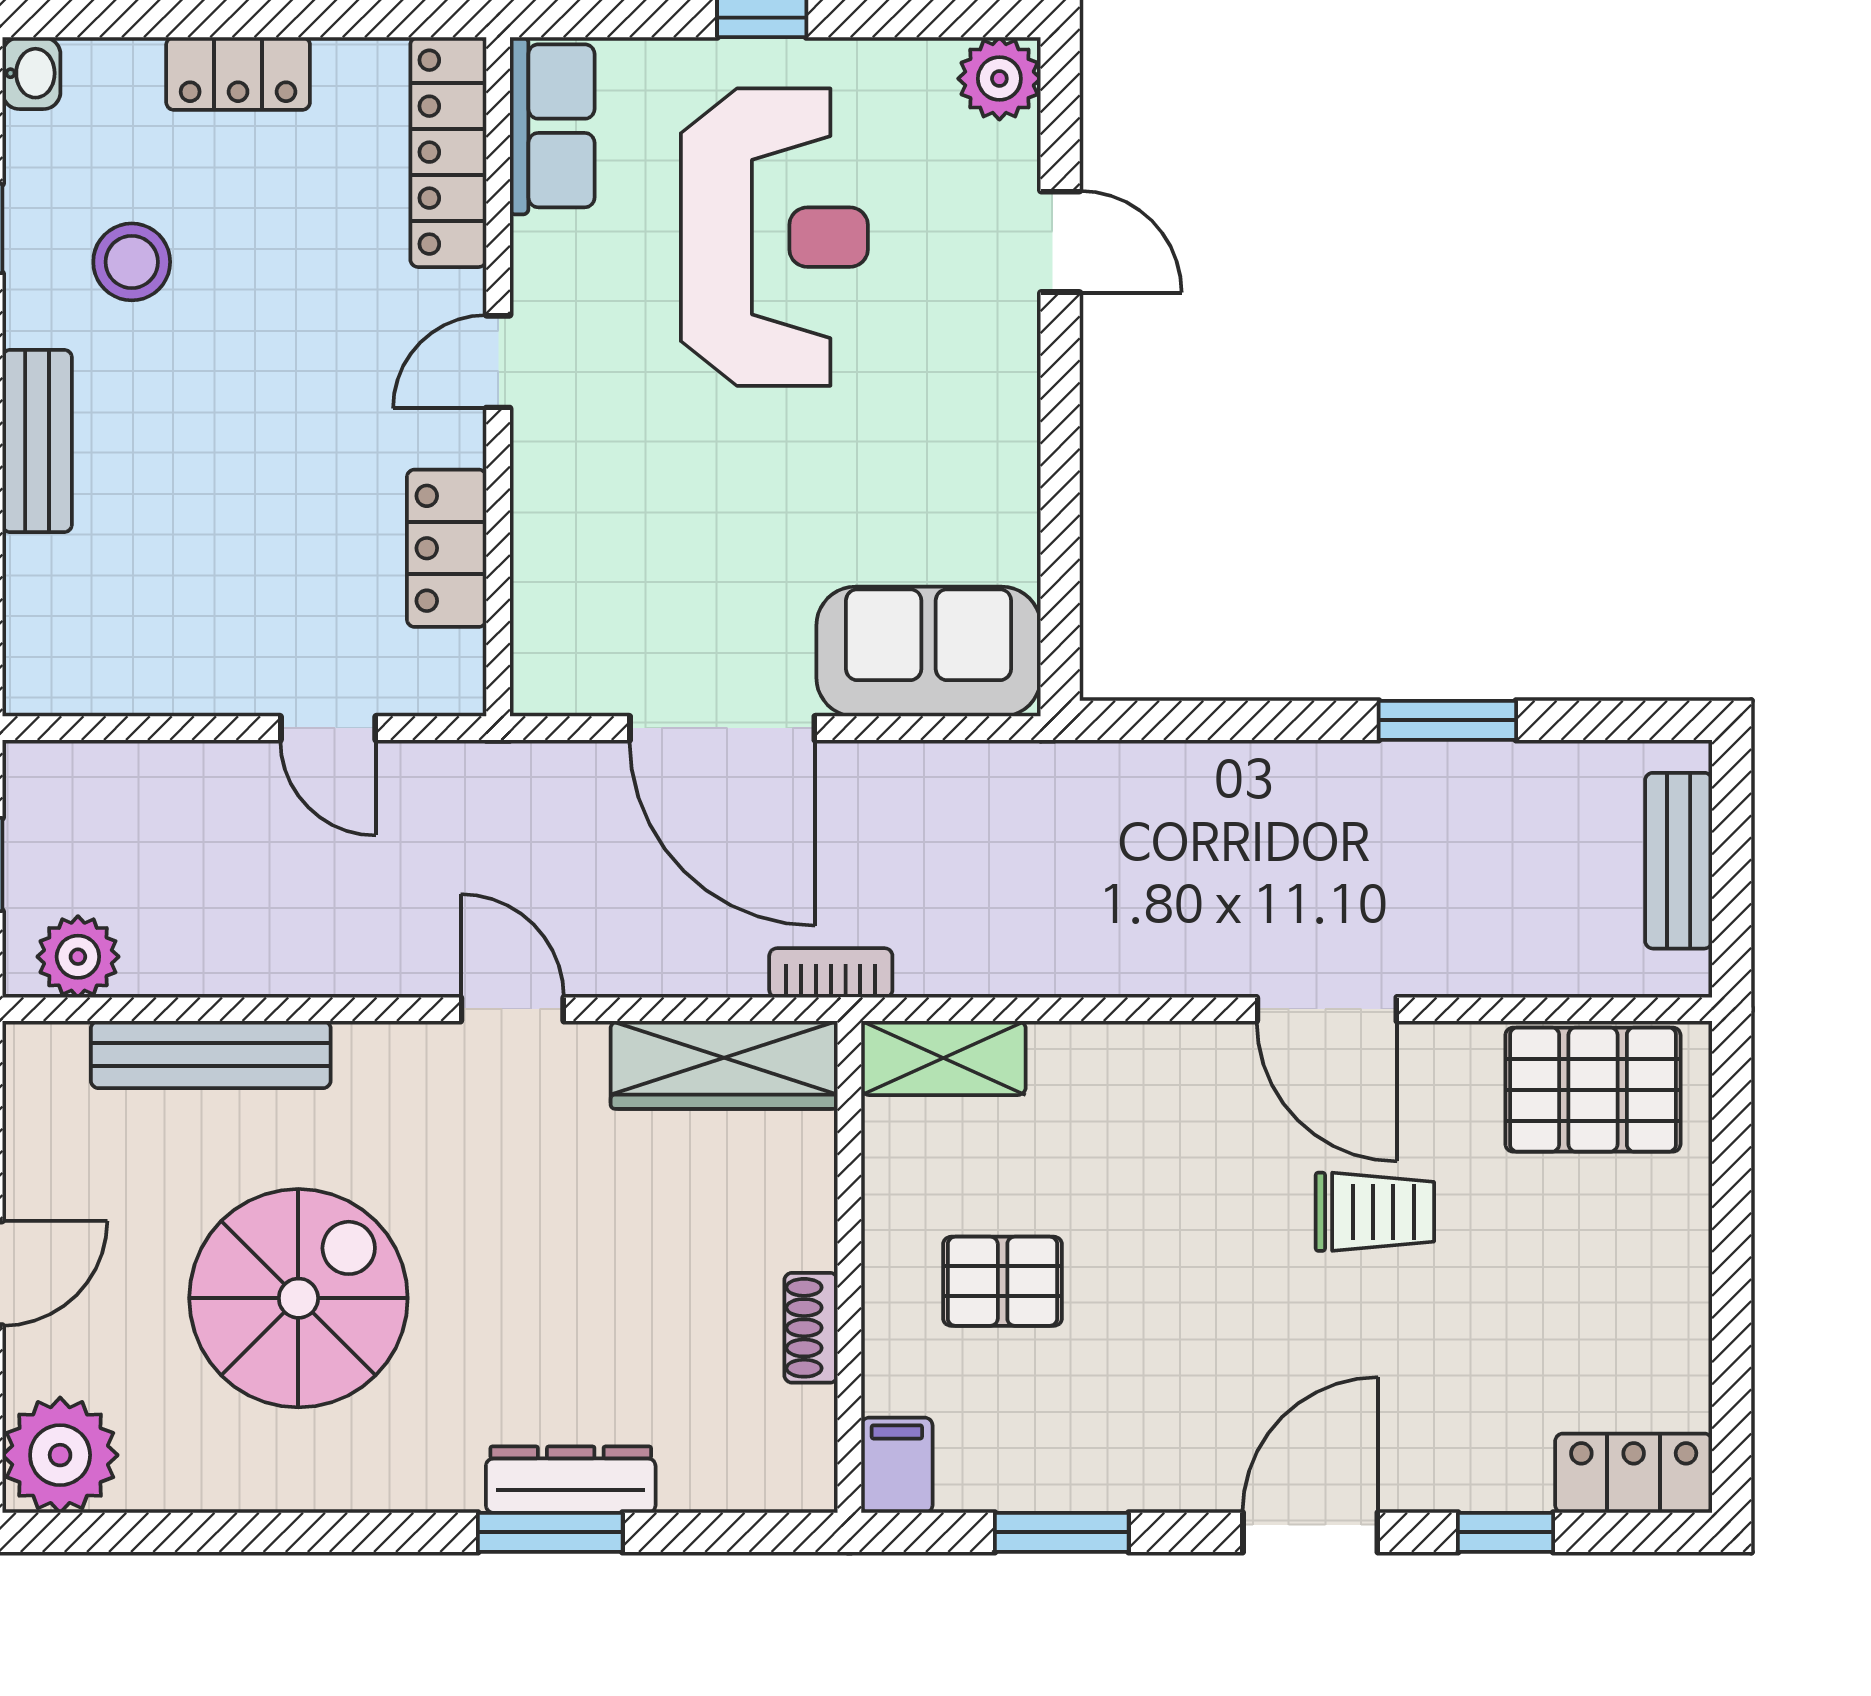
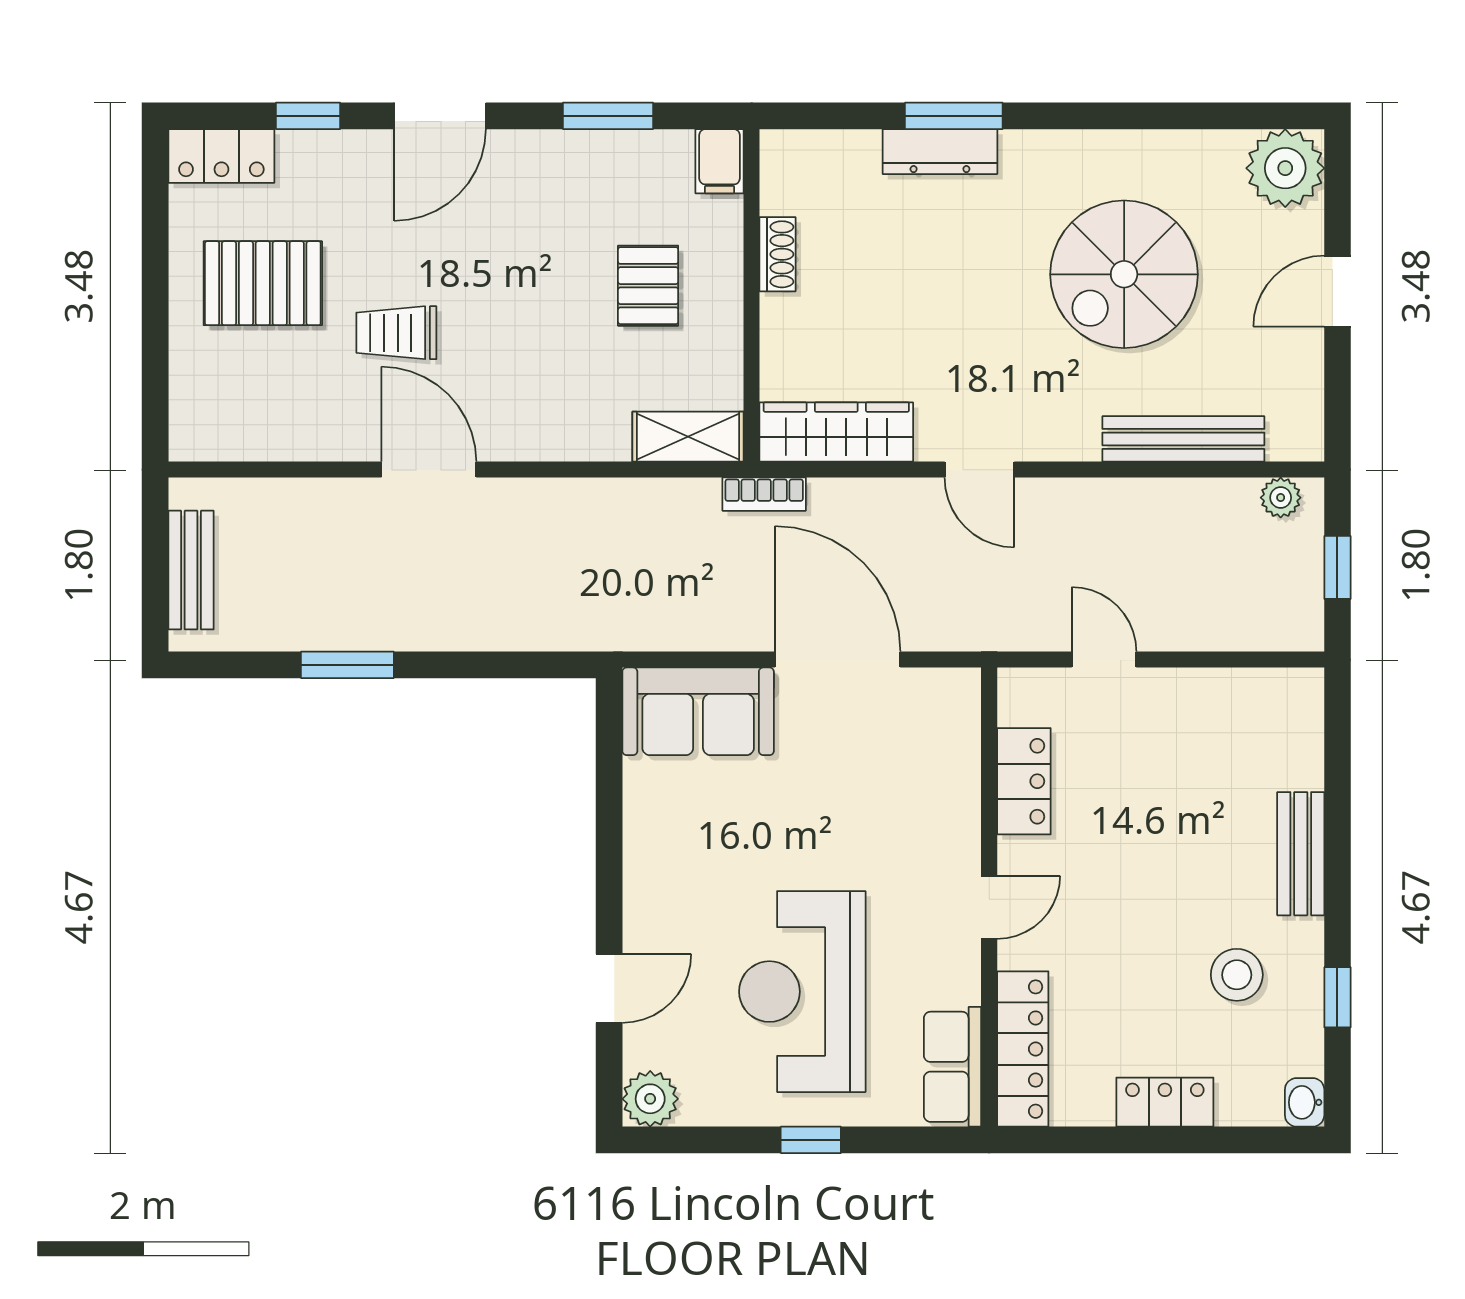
door: (1060, 242) -> (609, 988), swing flipped
plant: (78, 957) -> (1281, 498), width x0.73, depth x0.73
pallet: (1593, 1090) -> (263, 283), moved
pallet: (1003, 1281) -> (648, 286), turned 90

